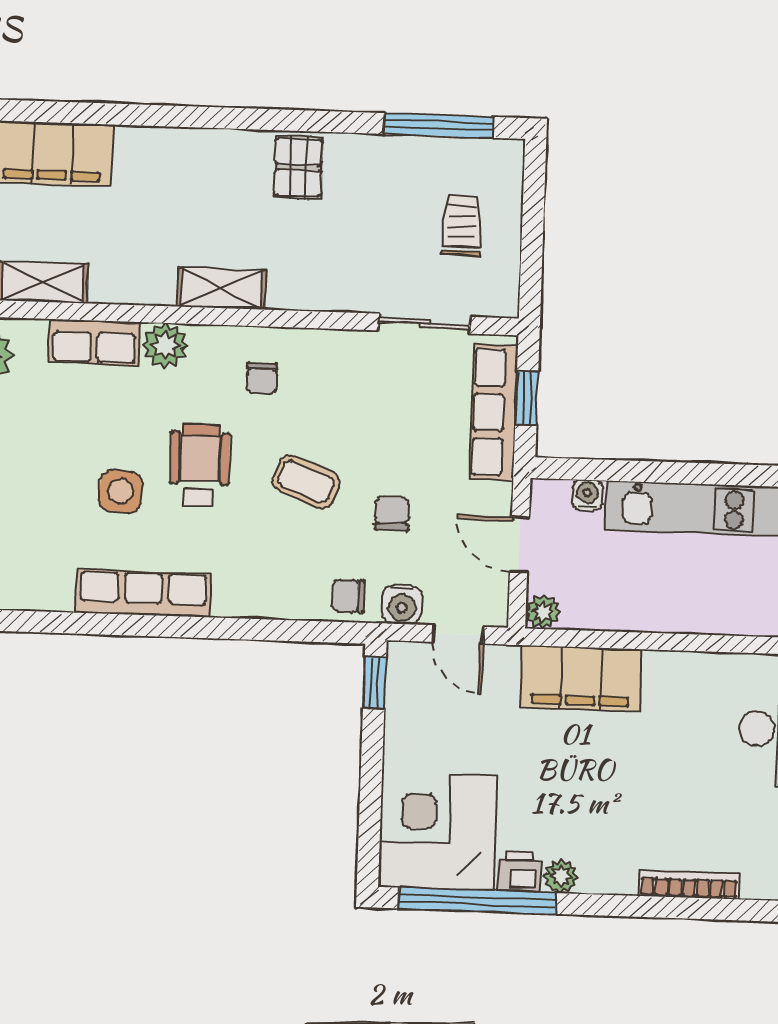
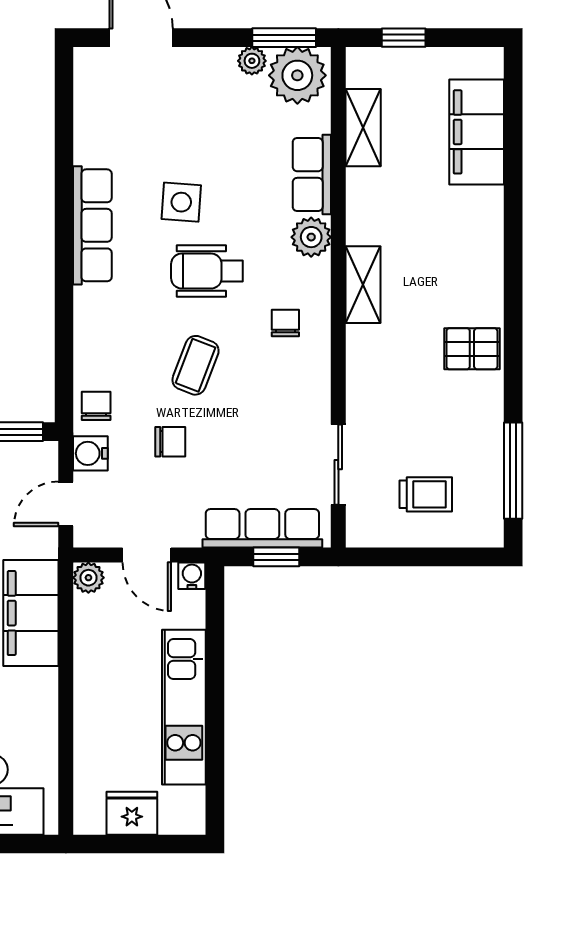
chair: (262, 378) -> (285, 323), turned 90
wheelchair: (200, 465) -> (207, 271), turned 180
water cooler: (587, 495) -> (192, 576), moved, turned -90
door: (520, 545) -> (147, 555), swing flipped

